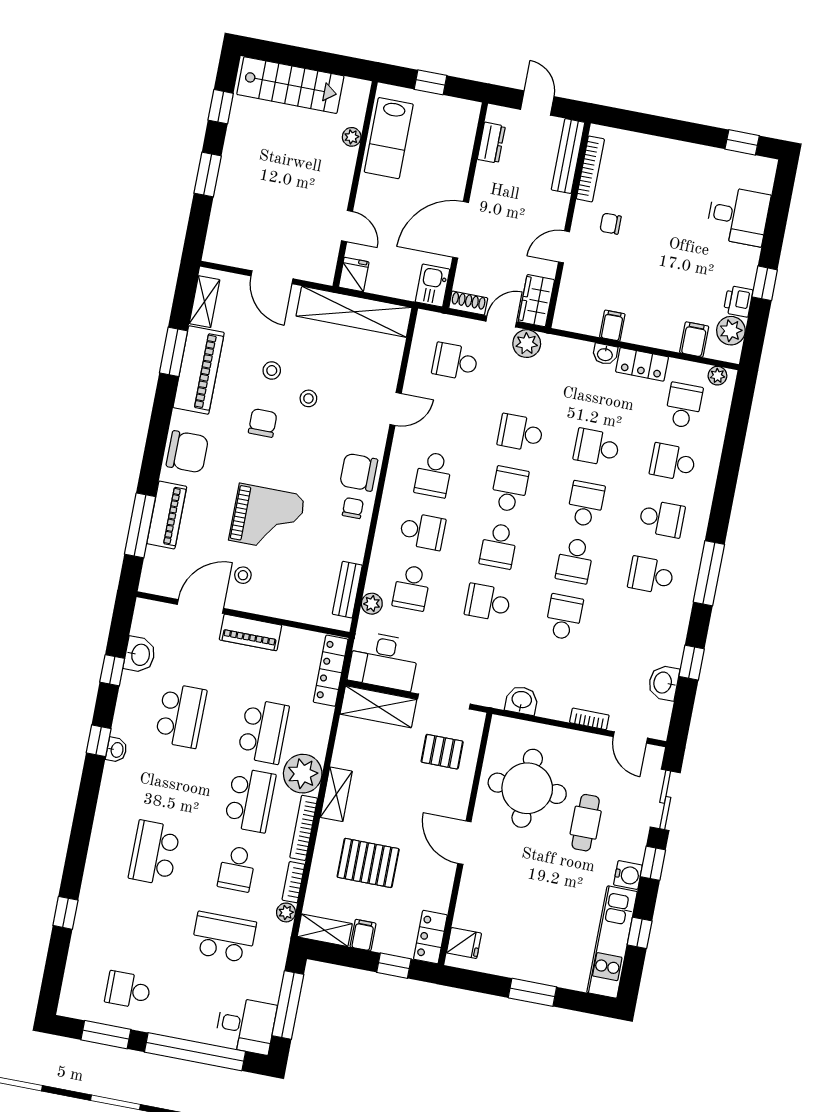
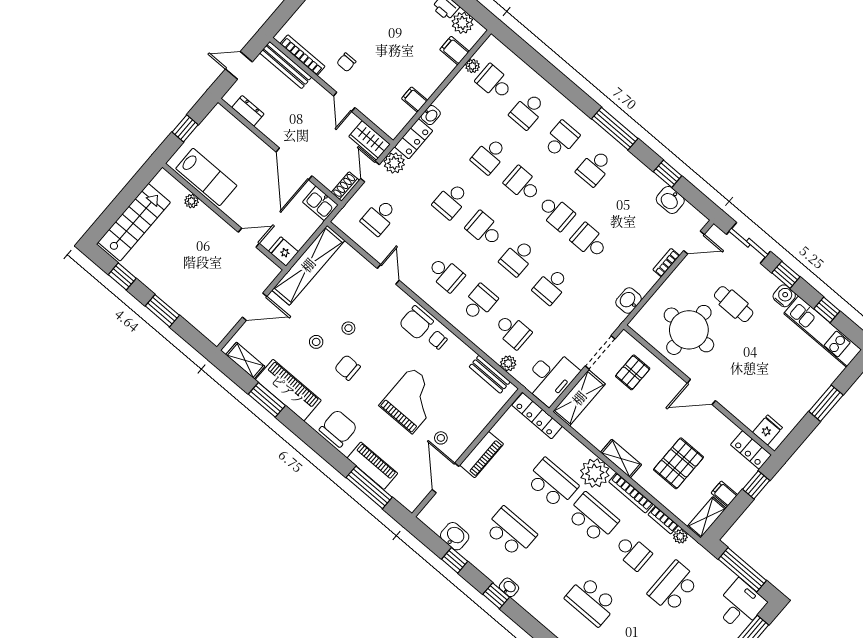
locker: (642, 364) -> (413, 139), moved
plant: (717, 376) -> (472, 66), moved
school desk: (499, 546) -> (518, 258), turned 90

